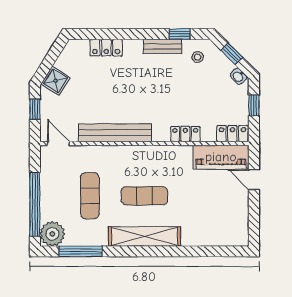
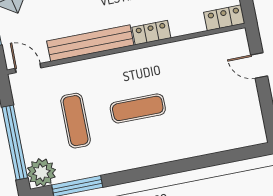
locker: (185, 134) -> (151, 33), moved
piano: (221, 157) -> (217, 47), removed
shelving: (144, 236) -> (147, 155), removed

